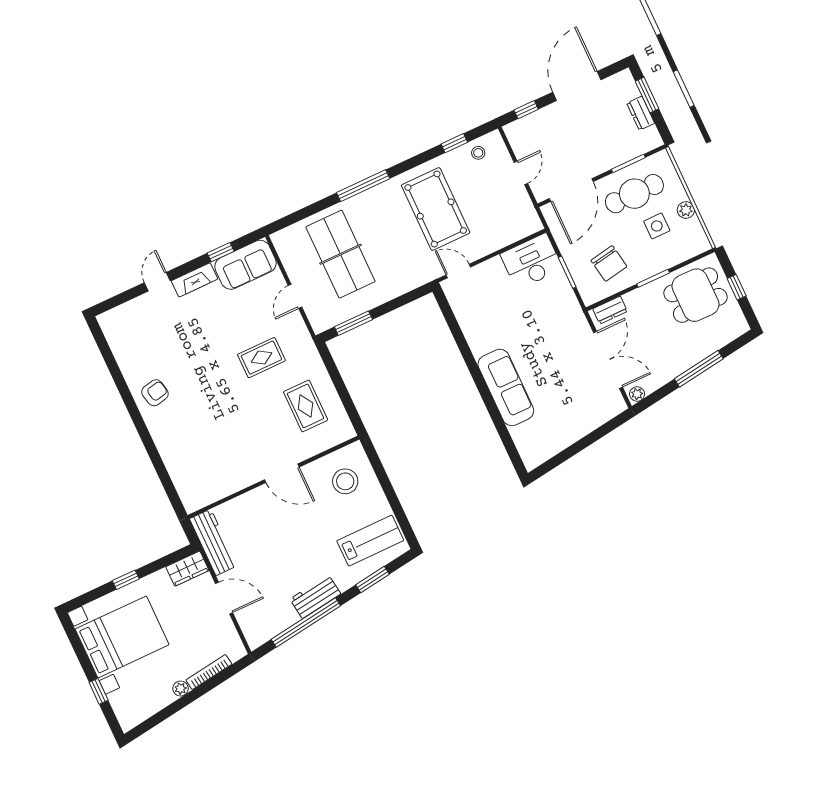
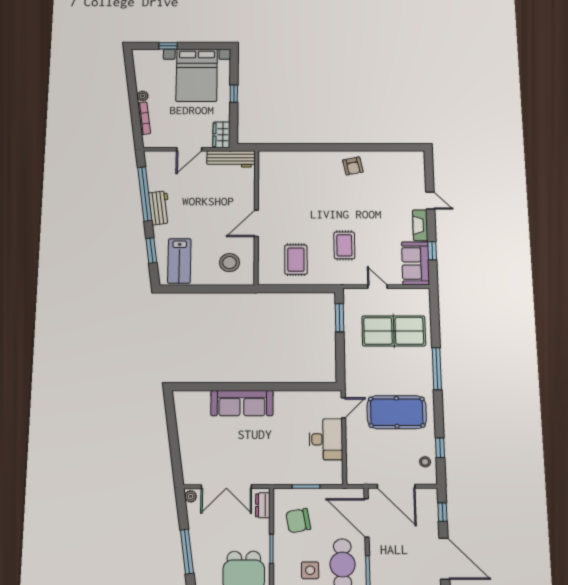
door: (521, 173) -> (396, 486), width x1.87
desk: (531, 261) -> (326, 439), moved
rug: (306, 406) -> (296, 260), turned 90

